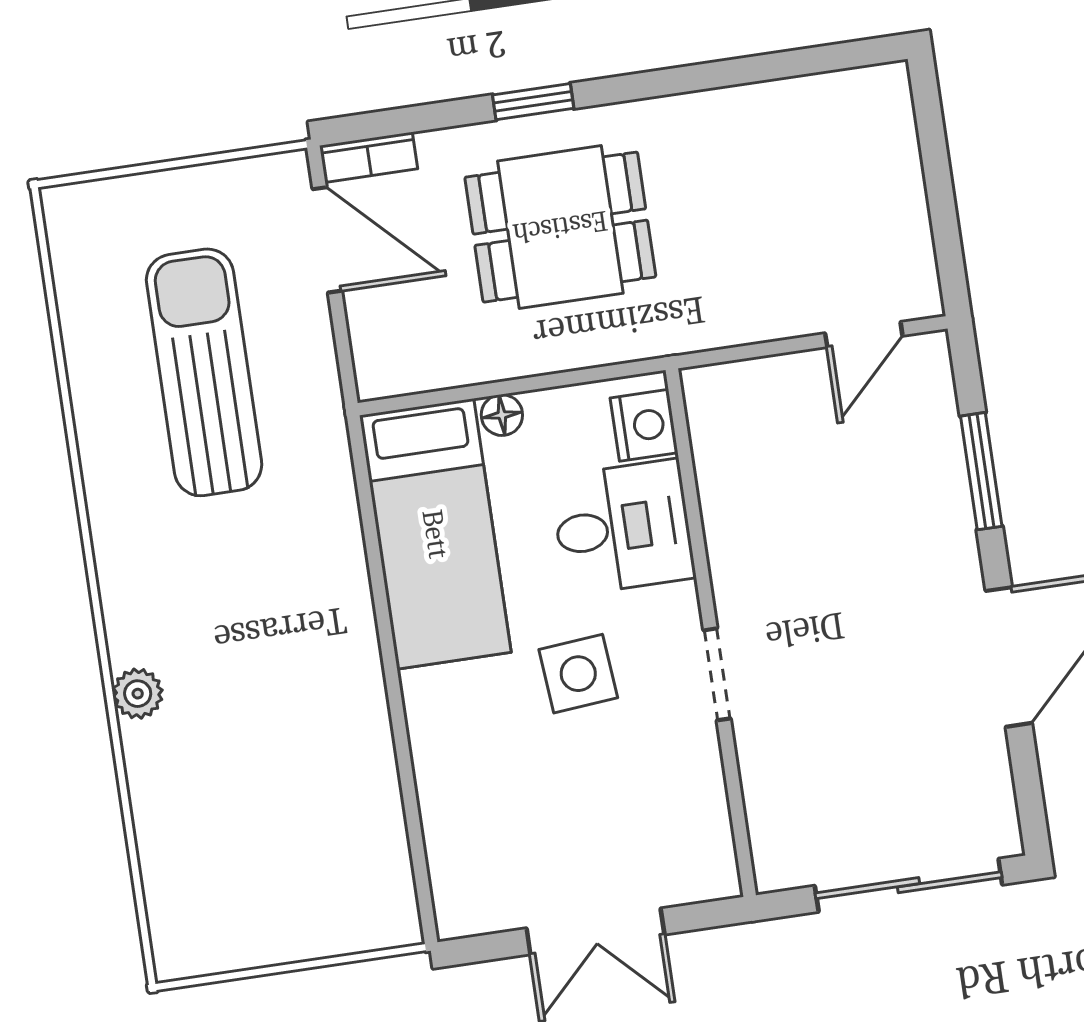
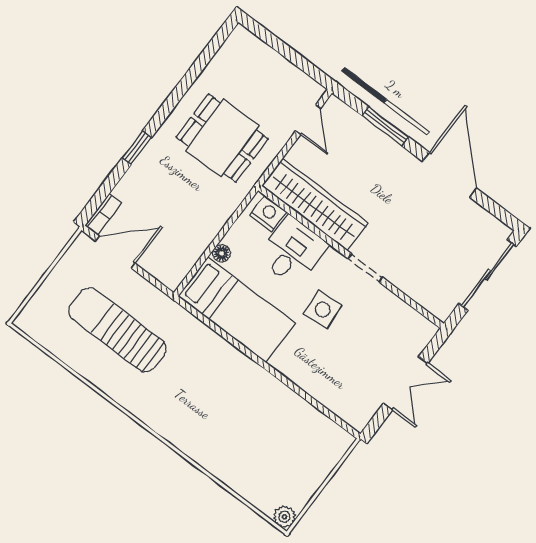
dining table: (560, 227) -> (222, 138), moved, turned 90
wardrobe: (737, 487) -> (315, 205), added
plant: (138, 694) -> (285, 517), moved

